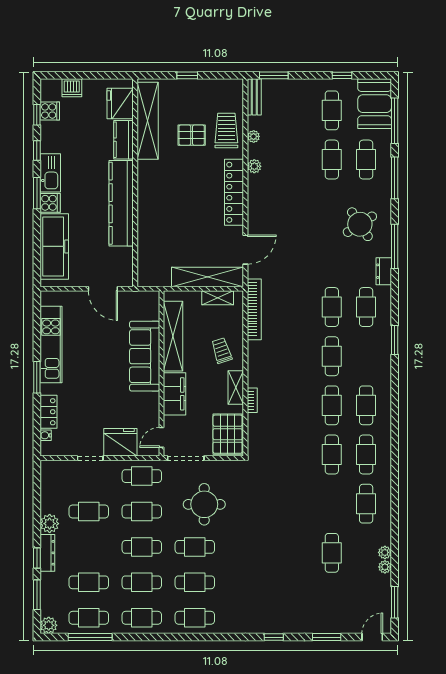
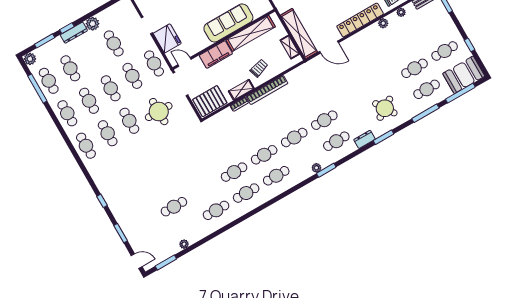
window: (395, 246) -> (384, 137), width x0.69
bookcase: (254, 309) -> (267, 90), moved
plant: (385, 552) -> (316, 168), moved

